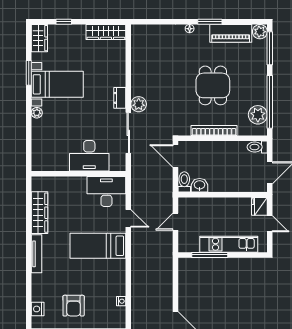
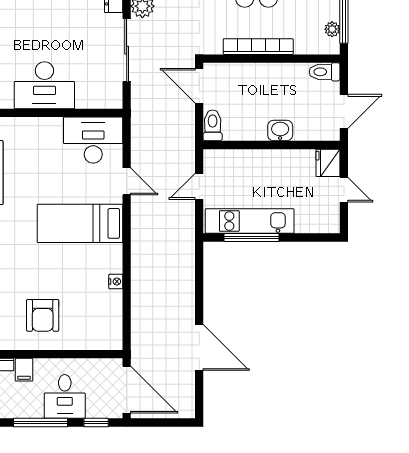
plant: (258, 115) -> (332, 29), width x0.53, depth x0.53
desk: (89, 156) -> (44, 85), moved
washbasin: (200, 185) -> (280, 130), moved
kitchen unit: (229, 244) -> (250, 221), moved
nightstand: (121, 301) -> (116, 282), moved

